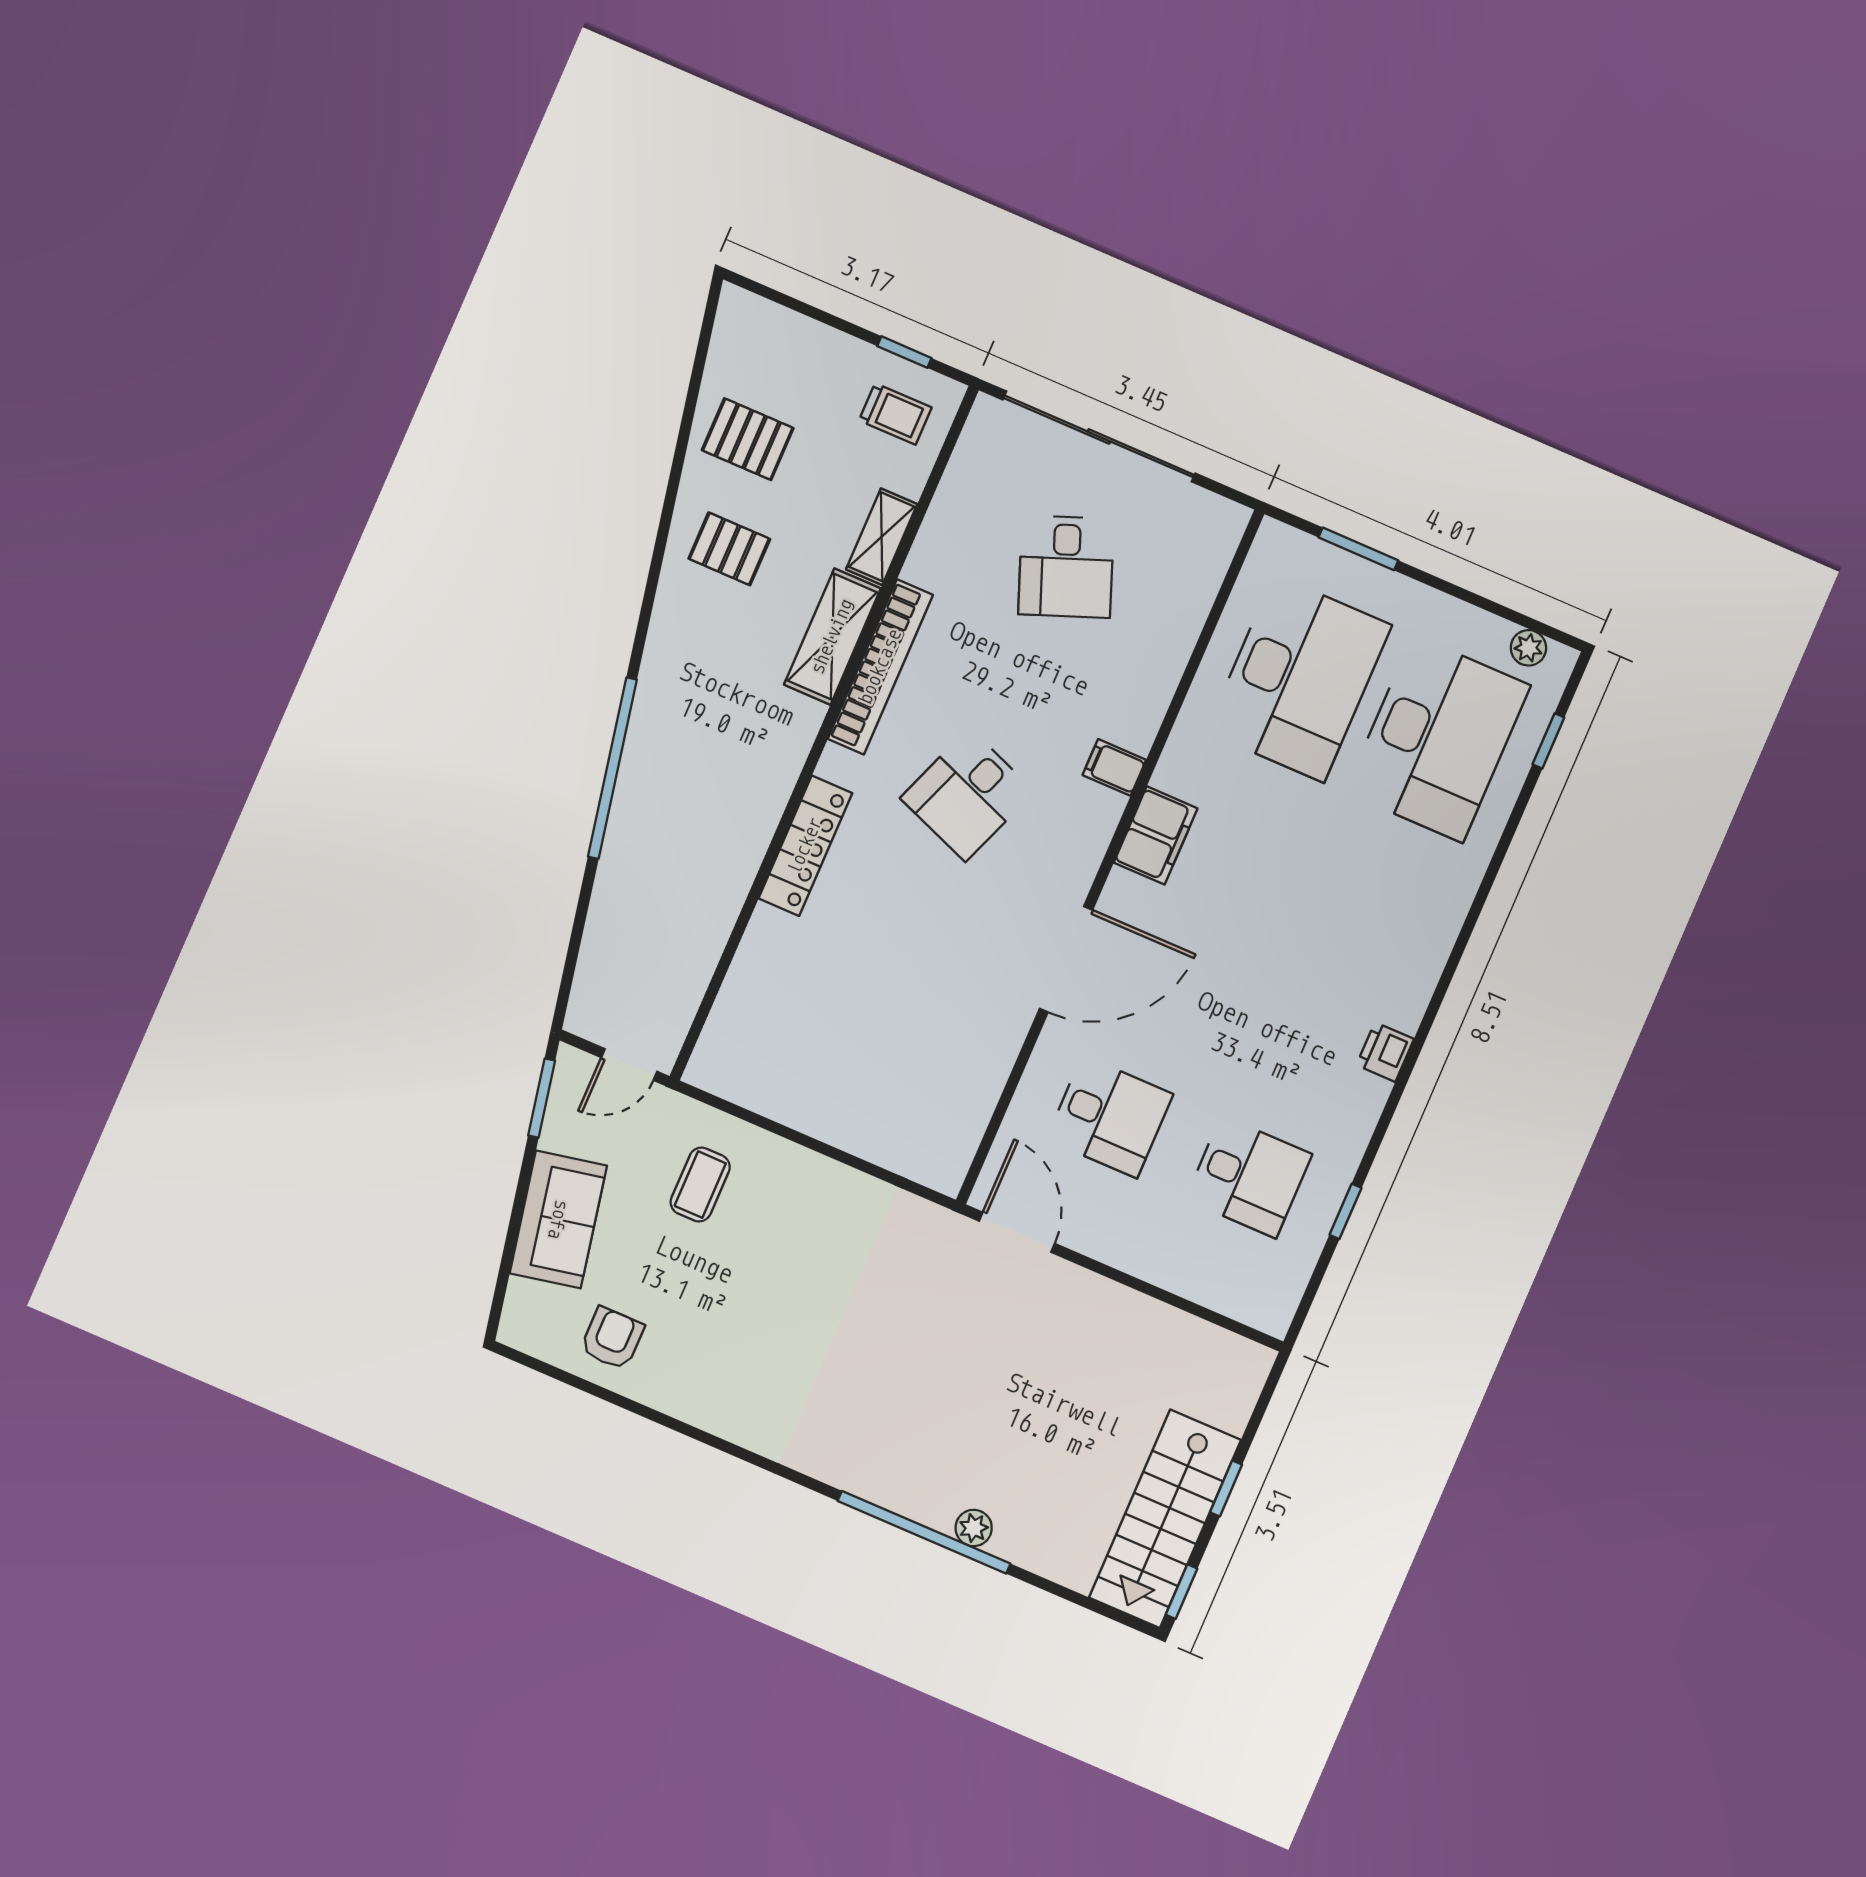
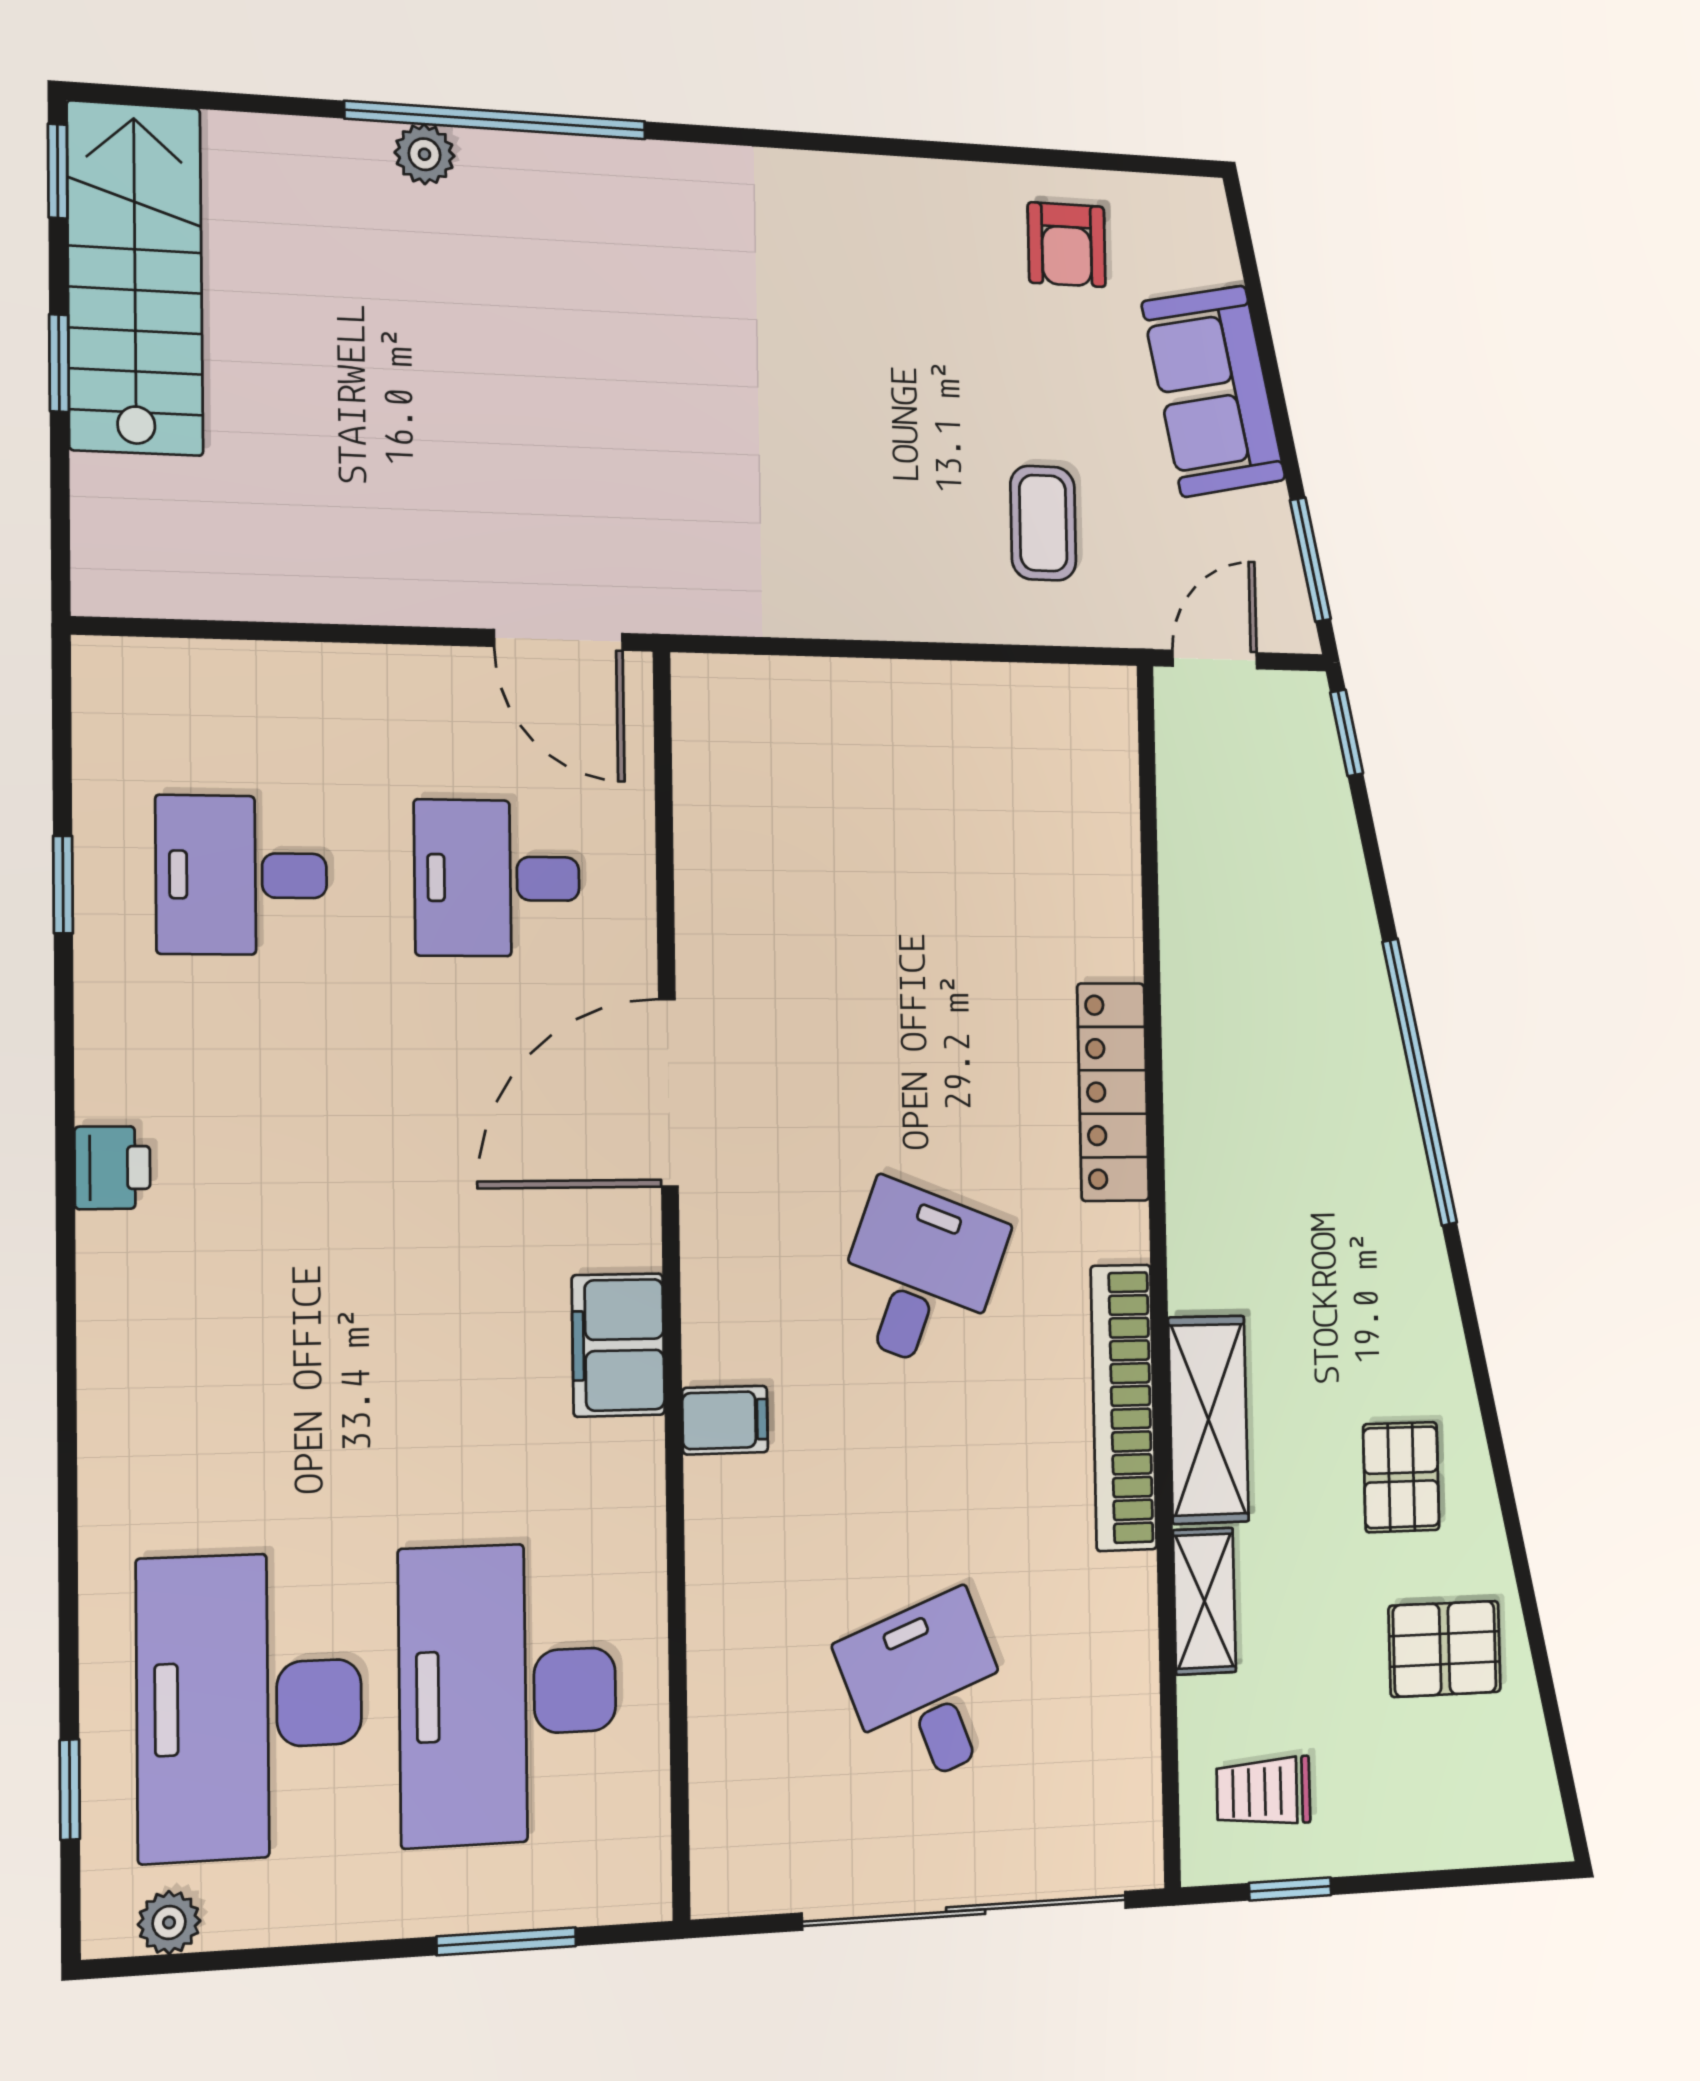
pallet: (729, 549) -> (1401, 1477), turned 90
window: (565, 989) -> (1347, 733), added

